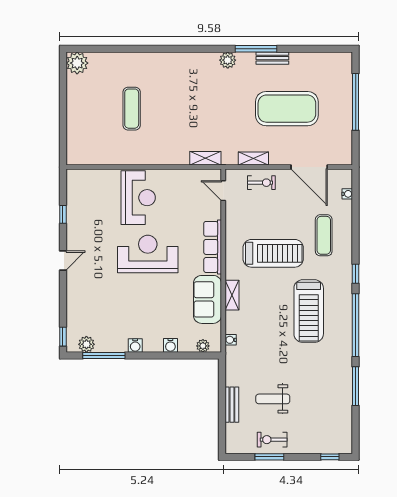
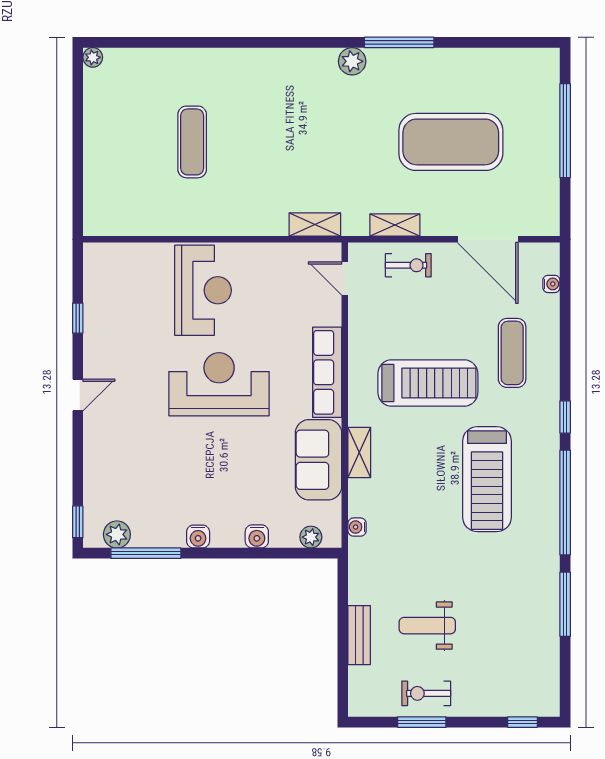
bench: (272, 58) -> (427, 58), removed
plant: (77, 63) -> (93, 57), width x0.53, depth x0.53

